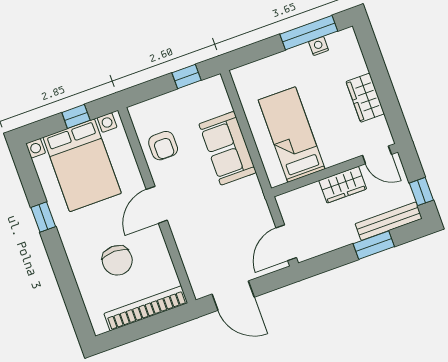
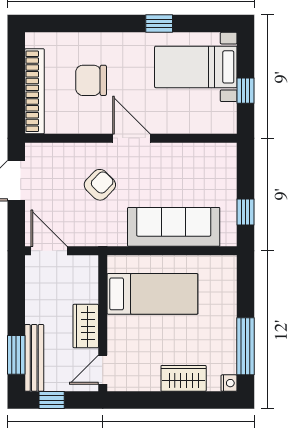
nightstand: (319, 46) -> (229, 383), moved
wardrobe: (365, 98) -> (184, 378), moved
armchair: (163, 146) -> (100, 185), moved, turned 134
sofa: (228, 148) -> (174, 227), width x1.36
bed with nightstands: (82, 165) -> (196, 67), width x0.73
window: (374, 245) -> (16, 355), moved

